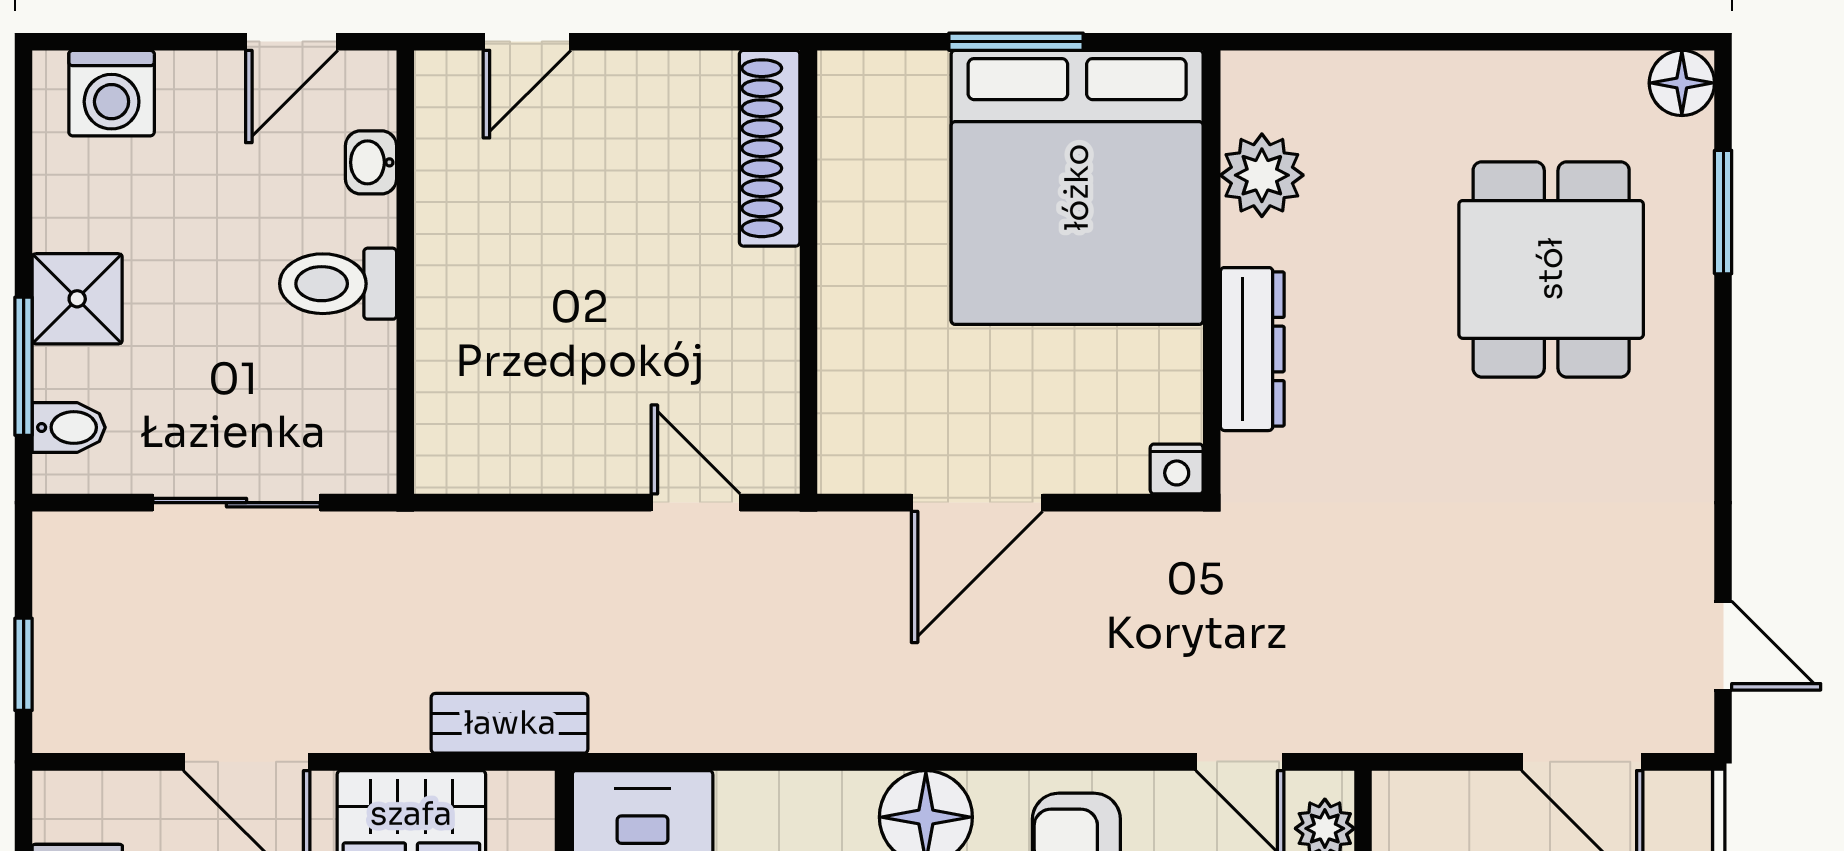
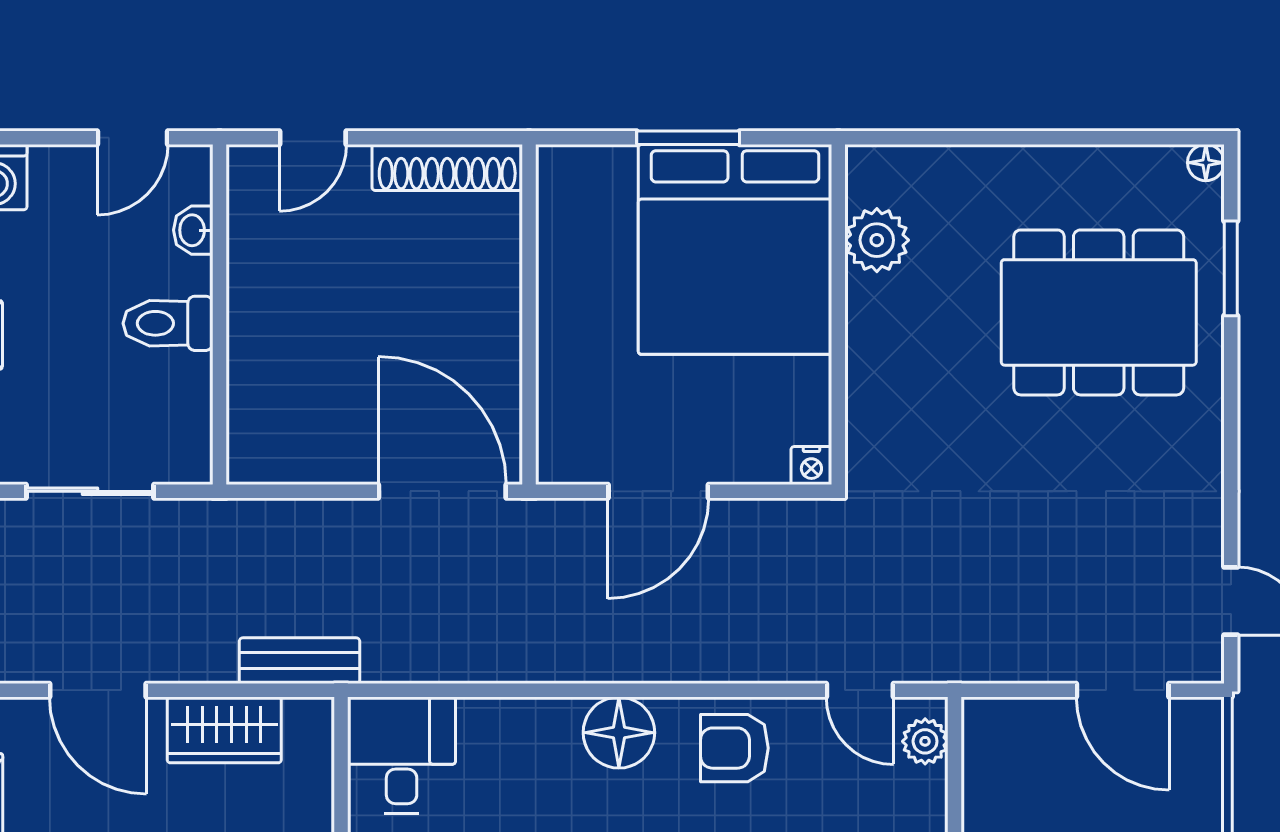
floor lamp: (1682, 83) -> (1206, 163), width x0.73, depth x0.73
shoe rack: (770, 148) -> (447, 167), moved, turned -90
dining table: (1551, 269) -> (1099, 312), width x1.38
dresser: (1252, 349) -> (869, 373), removed
door: (696, 503) -> (442, 491), width x1.88

